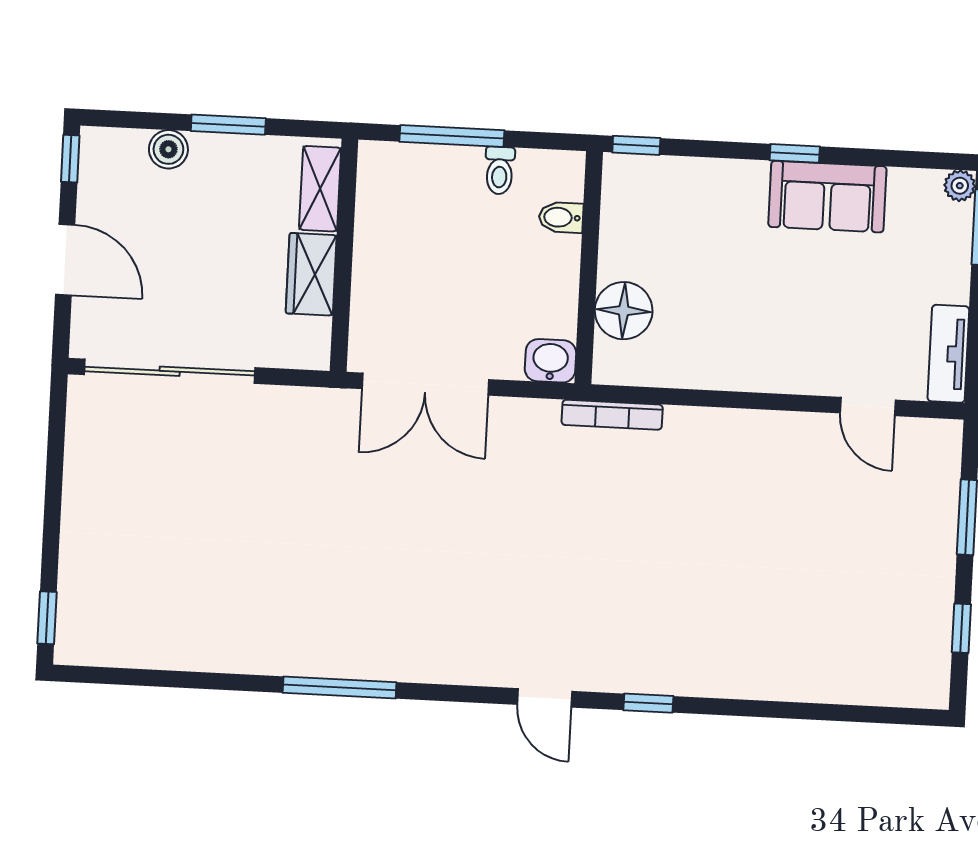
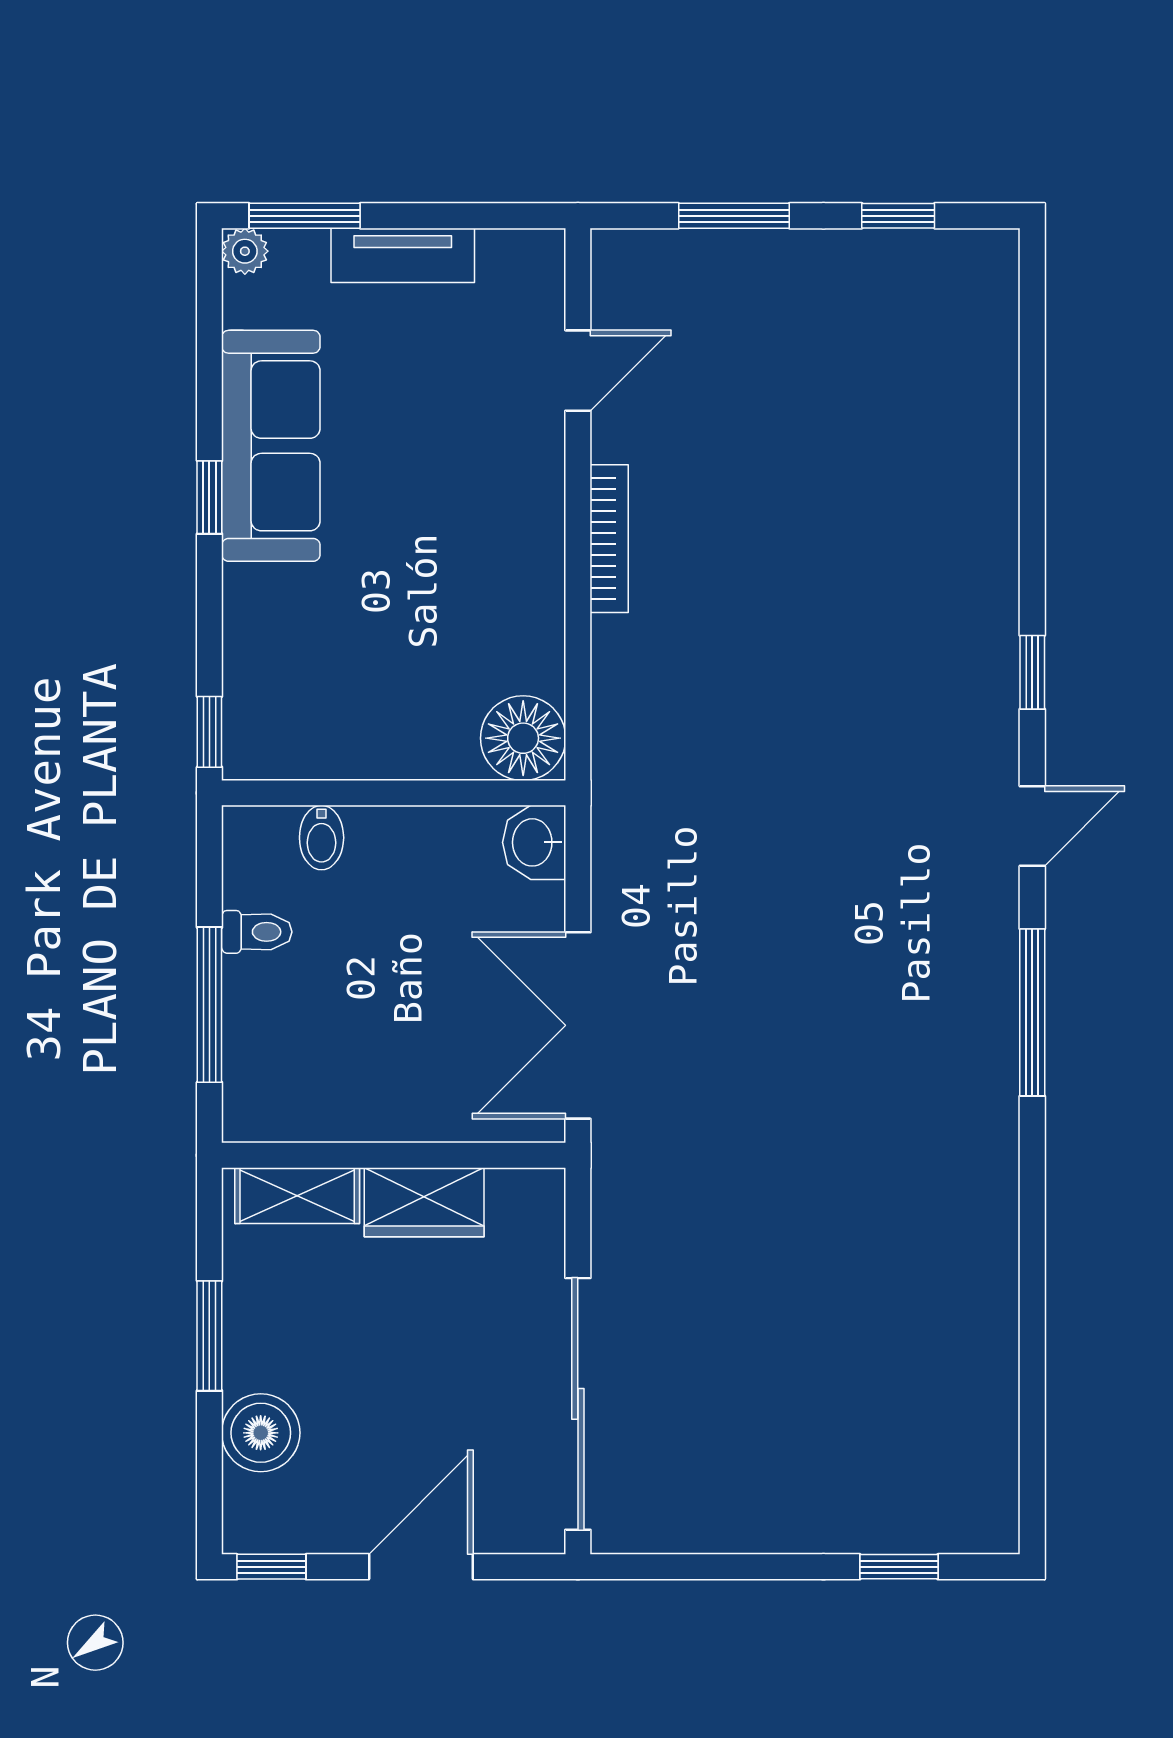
boiler: (168, 149) -> (261, 1433), width x1.36, depth x1.36
sofa: (827, 197) -> (271, 446), width x1.36
floor lamp: (624, 311) -> (523, 738), moved
tv unit: (948, 354) -> (403, 255), moved
double door: (425, 384) -> (578, 1025), swing flipped
bookcase: (612, 415) -> (609, 539), moved
window: (47, 618) -> (899, 1567), moved
window: (340, 688) -> (1032, 1012), moved

